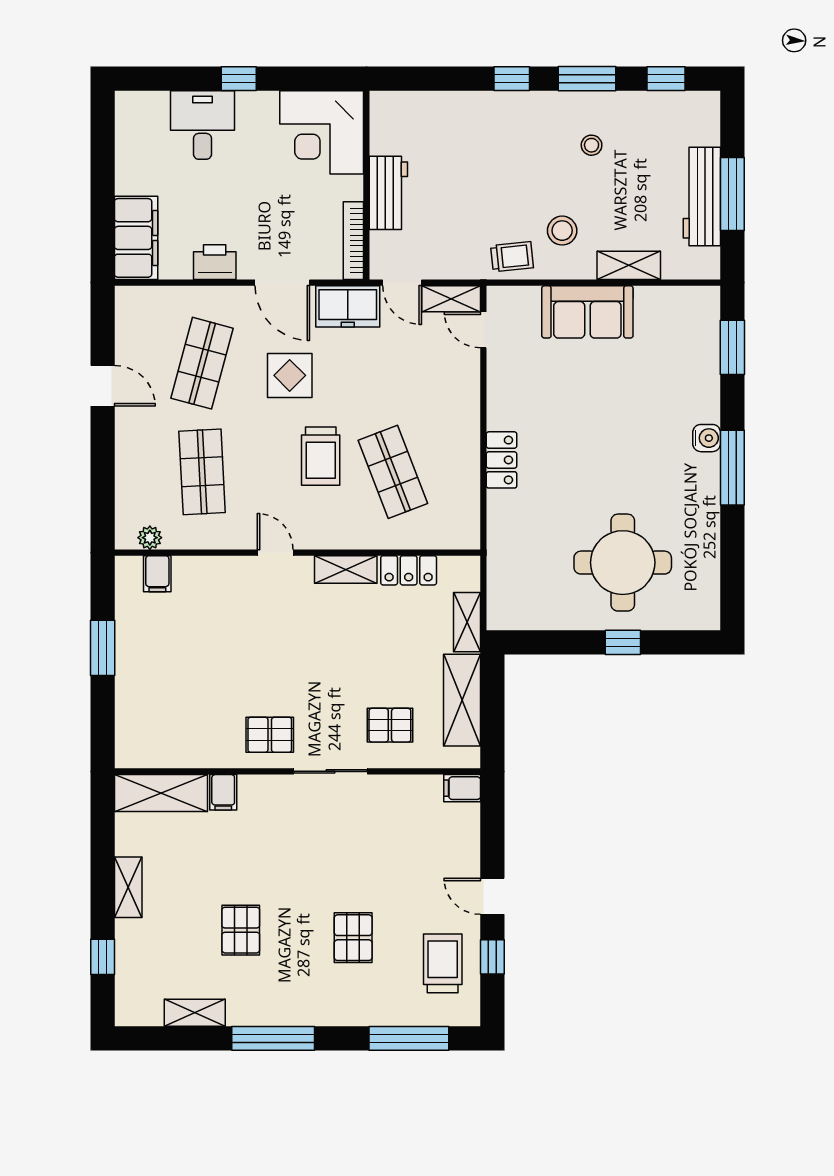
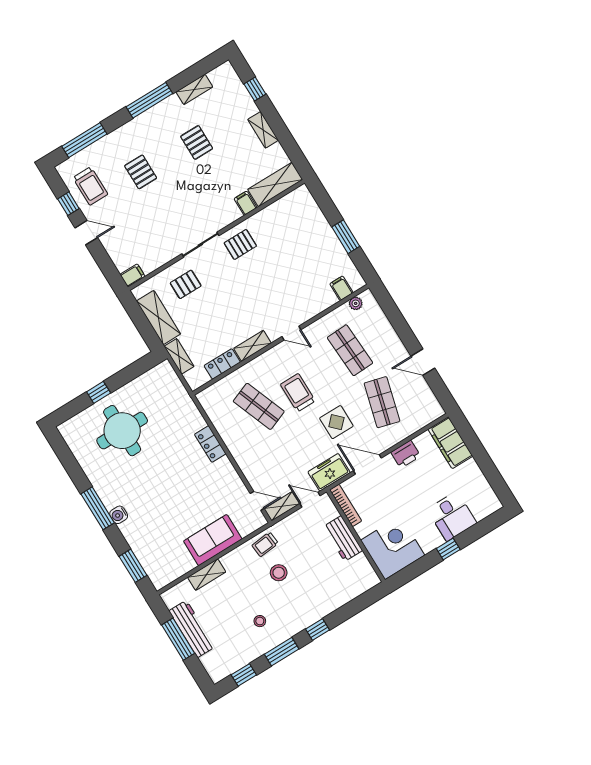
stool: (562, 231) -> (279, 573), moved

